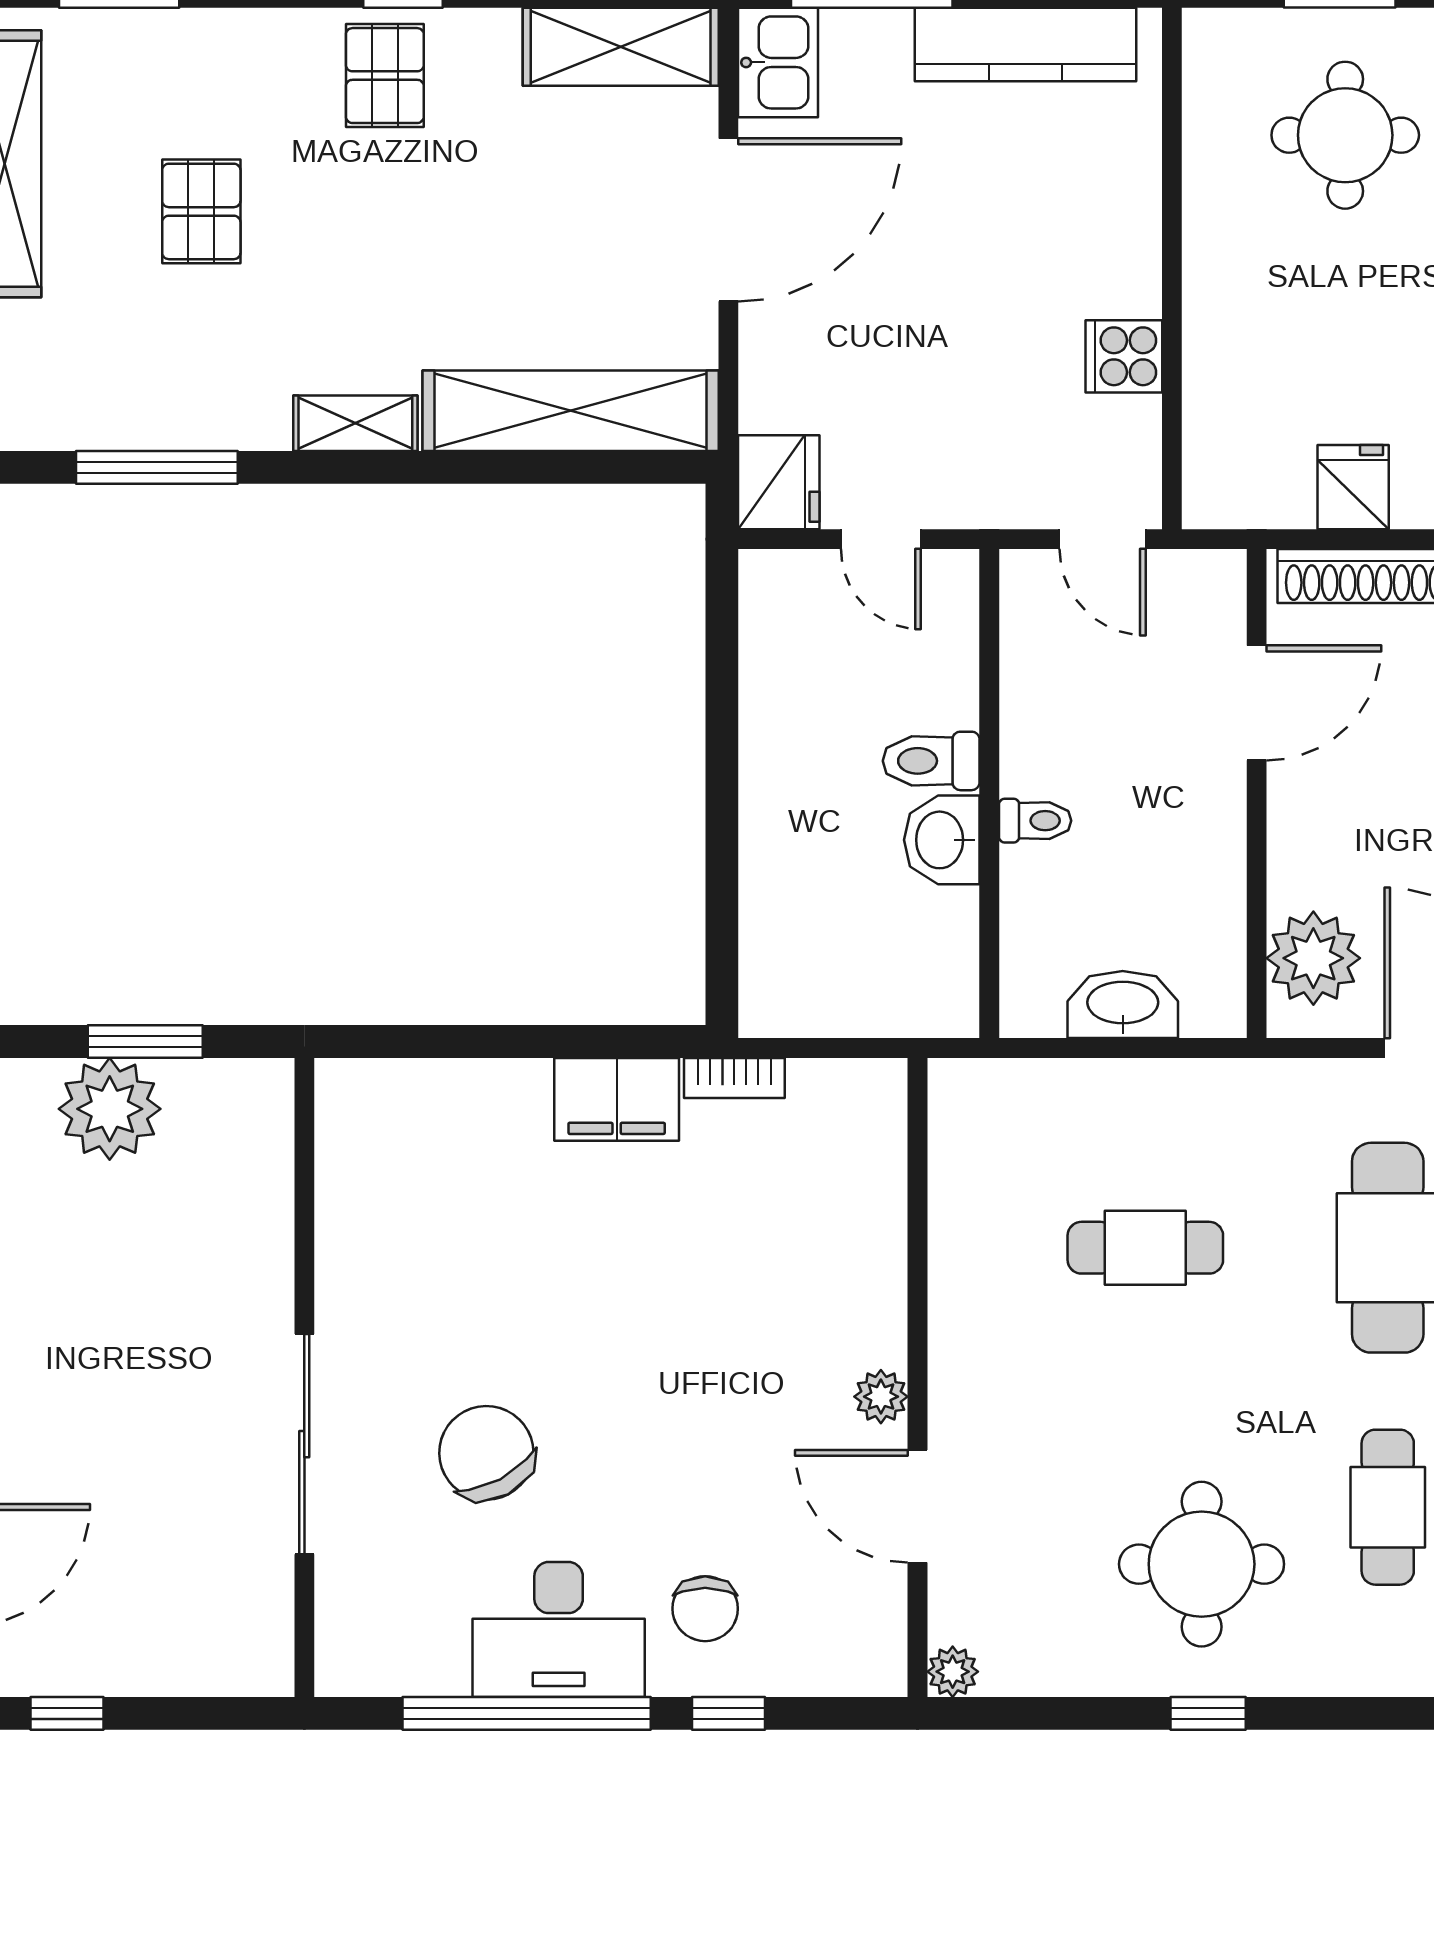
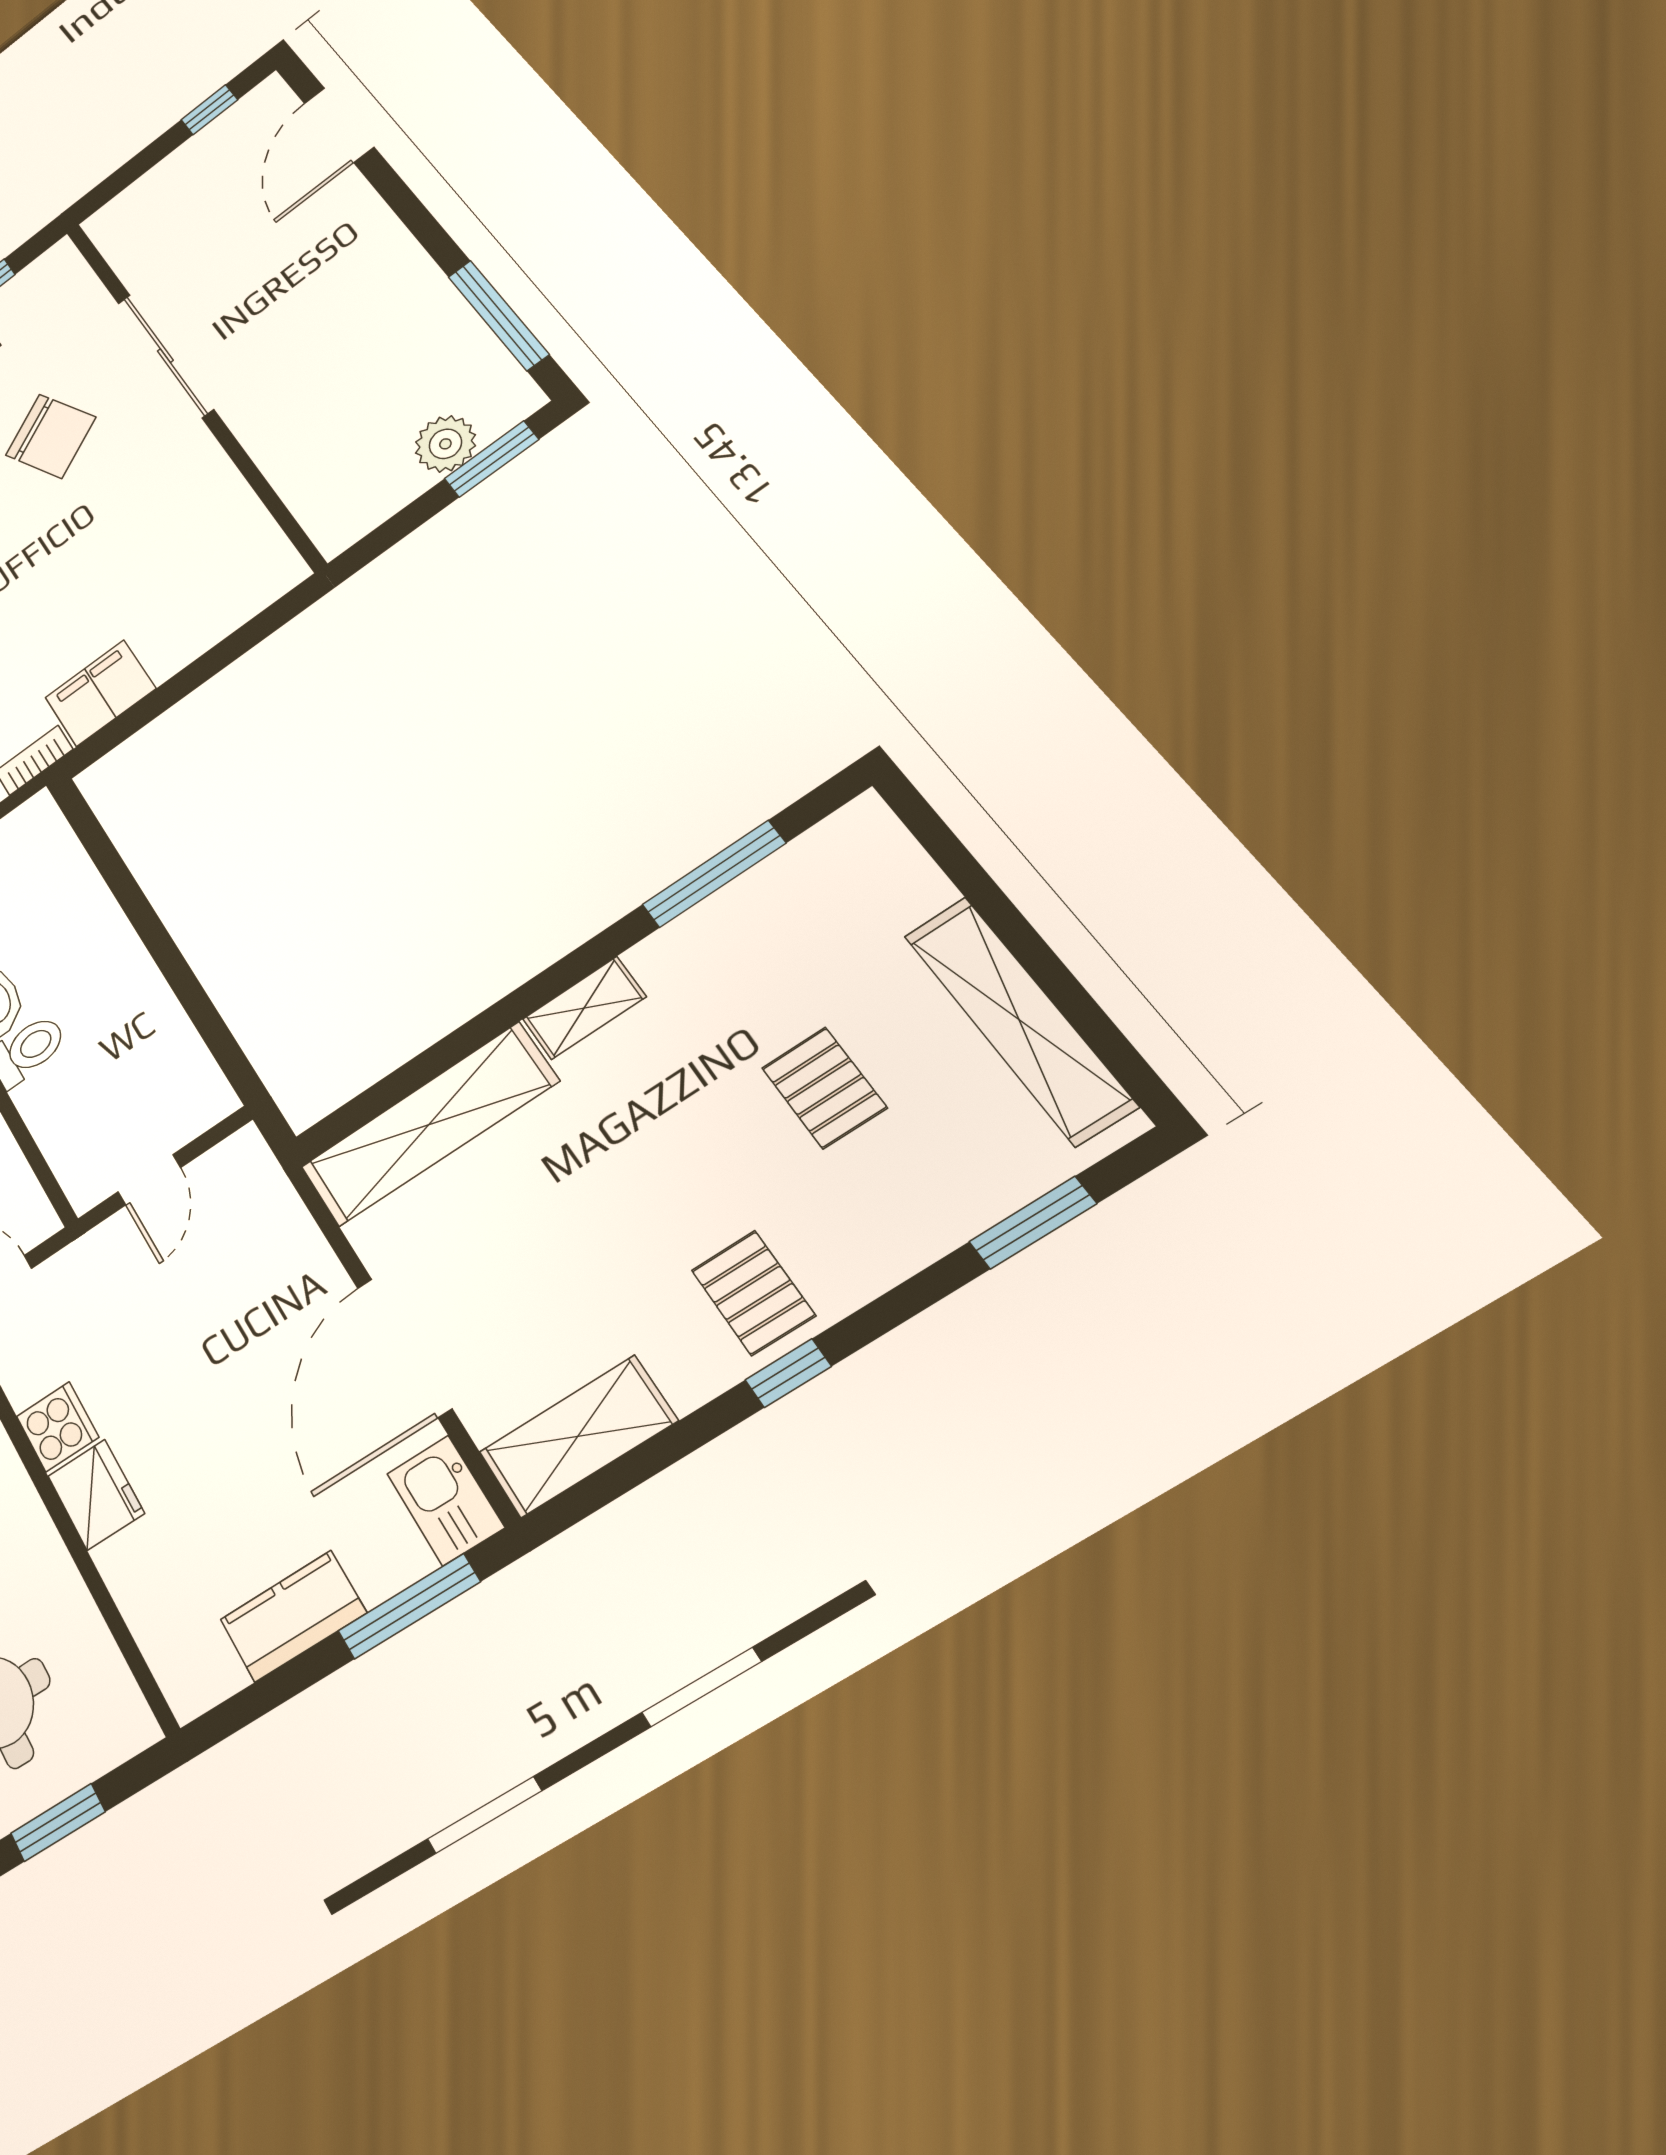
kitchen counter: (1026, 44) -> (293, 1616), width x0.67
fridge: (779, 482) -> (96, 1495), moved, turned 180
door: (881, 539) -> (149, 1180), swing flipped
window: (145, 1041) -> (491, 459), moved
plant: (110, 1109) -> (445, 444), width x0.73, depth x0.73

